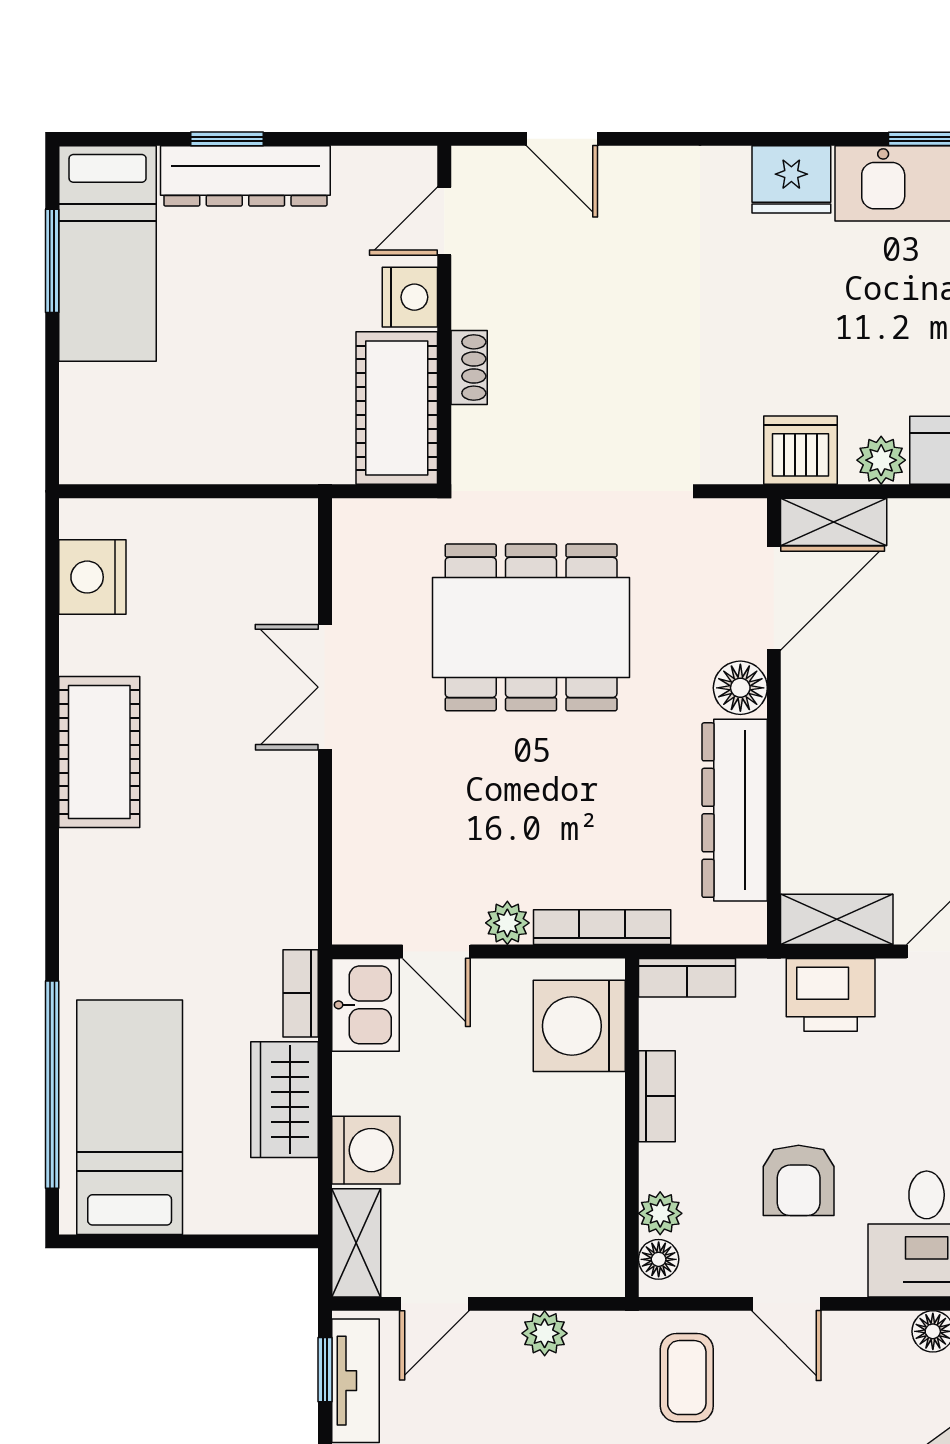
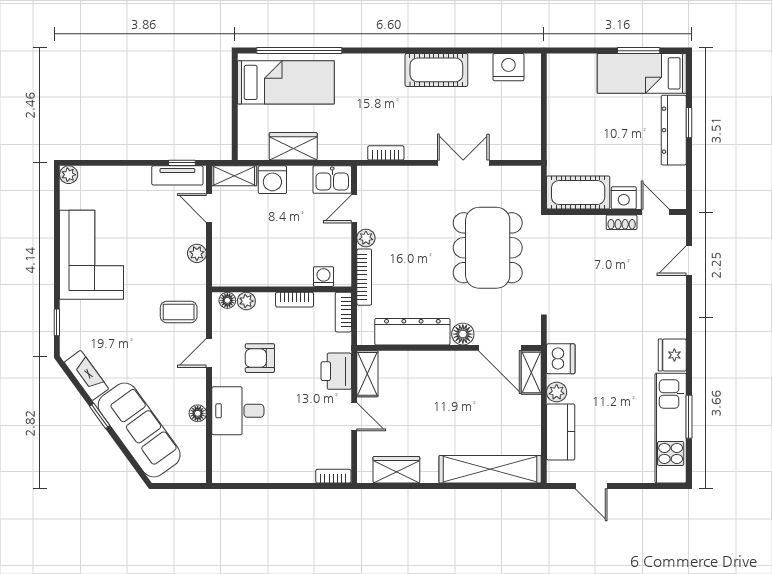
shoe rack: (469, 367) -> (622, 222), moved
bookcase: (301, 993) -> (386, 153), moved
washing machine: (579, 1026) -> (324, 277), width x0.53, depth x0.53

